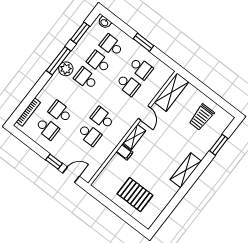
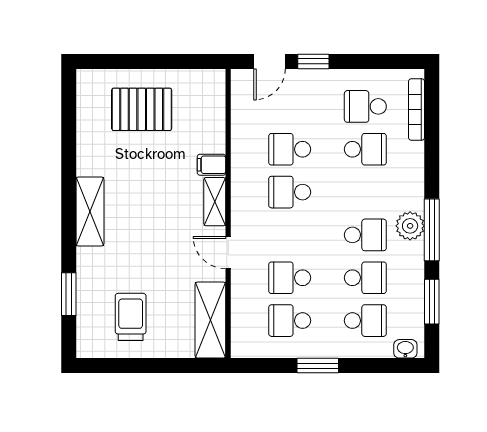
school desk: (102, 118) -> (290, 192), turned 180

